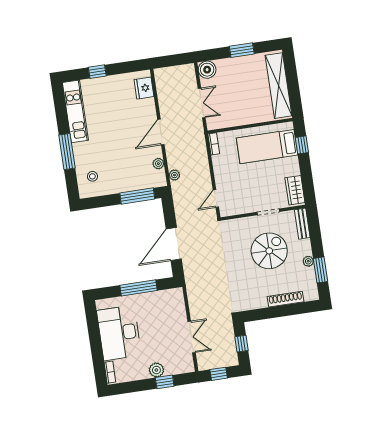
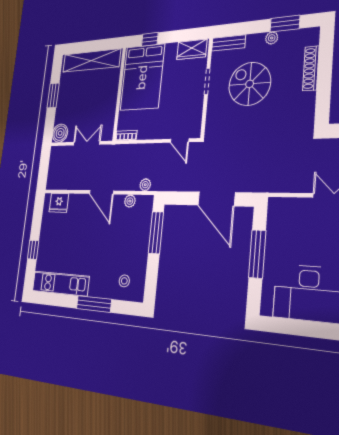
bed: (267, 147) -> (142, 77), width x1.50

